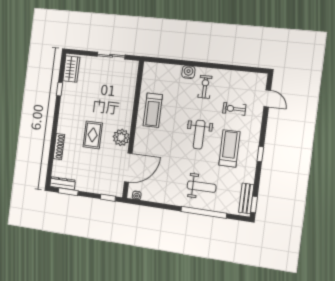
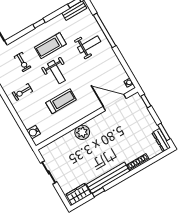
water cooler: (188, 72) -> (33, 132), moved
bench: (66, 108) -> (108, 178), added
treadmill: (153, 110) -> (61, 101), moved
rug: (93, 135) -> (112, 144), removed
weight bench: (199, 135) -> (56, 72), turned 90
plant: (121, 137) -> (82, 132), moved
weight bench: (202, 187) -> (89, 45), turned 90

